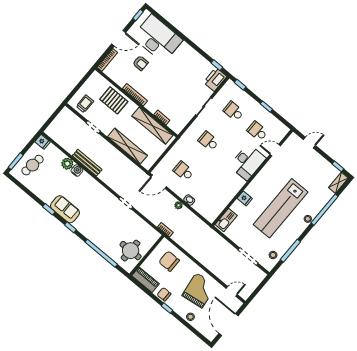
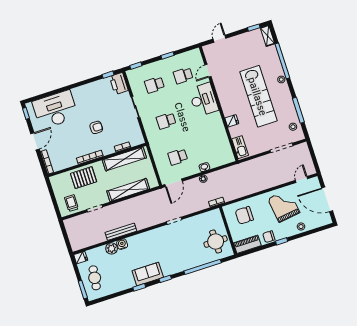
armchair: (140, 63) -> (96, 127), moved

